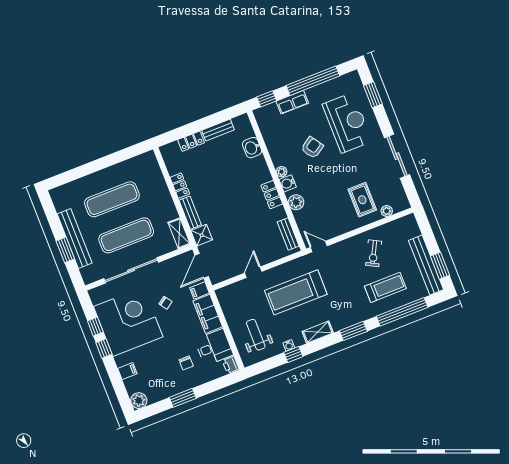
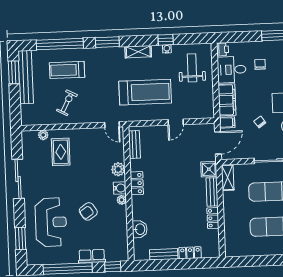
reception desk: (347, 123) -> (51, 222), turned 180
weight bench: (256, 335) -> (192, 68), turned 180

